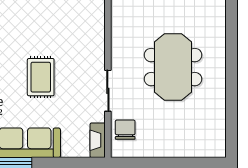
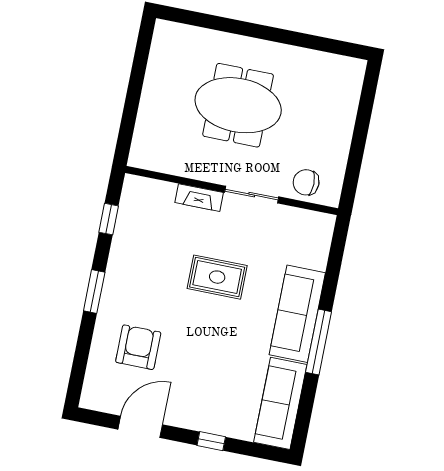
fireplace: (98, 140) -> (199, 198), moved

